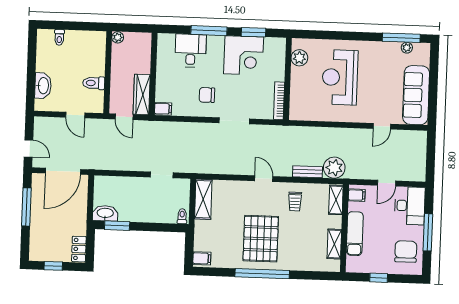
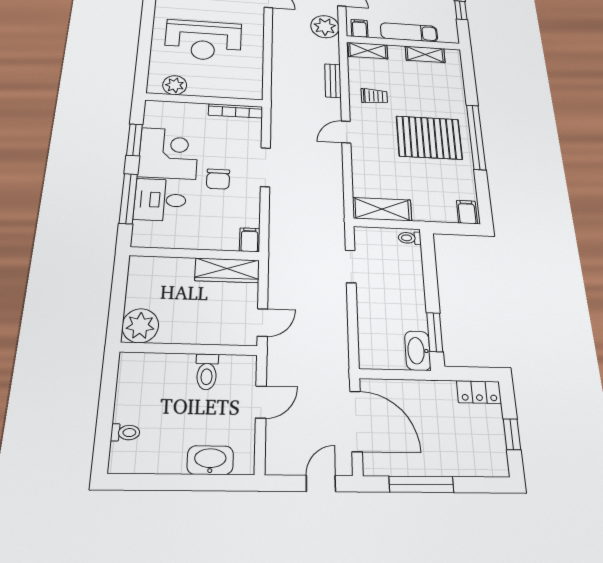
plant: (118, 37) -> (140, 326), width x1.87, depth x1.87
desk: (191, 51) -> (160, 200), moved
wall: (153, 74) -> (195, 254), moved
wardrobe: (142, 94) -> (227, 270), moved
chair: (207, 95) -> (218, 179), moved
filing cabinet: (163, 109) -> (249, 240), moved
plant: (334, 168) -> (325, 27), moved

